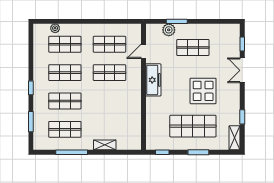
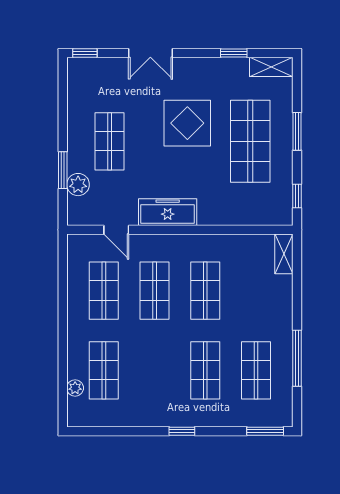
window: (242, 44) -> (85, 53), moved
shop shelf: (65, 73) -> (205, 291), moved
window: (31, 122) -> (265, 431), moved
shelving: (105, 145) -> (284, 254), moved

